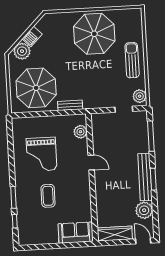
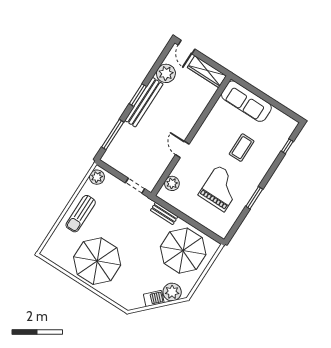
doorway: (124, 109) -> (135, 186), moved
window: (13, 197) -> (254, 198), moved
sofa: (76, 233) -> (246, 101), width x1.36

